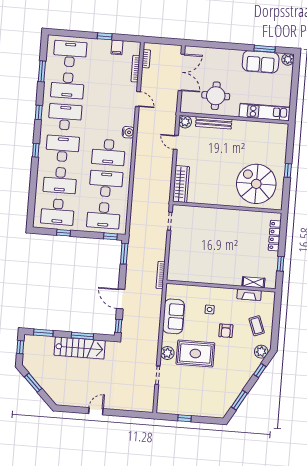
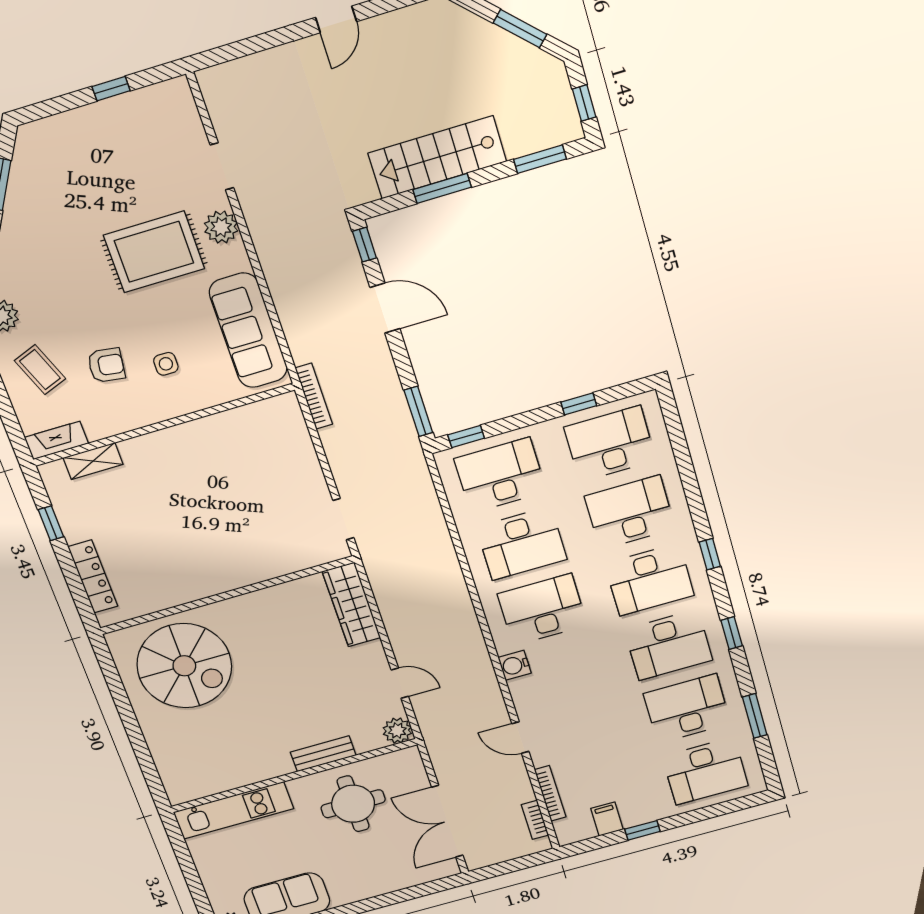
bench: (214, 123) -> (323, 754), width x0.73
window: (288, 170) -> (128, 717), removed
fireplace: (249, 295) -> (56, 440), moved
sofa: (173, 316) -> (248, 331), width x1.36
armchair: (226, 331) -> (106, 365), moved, turned 98

